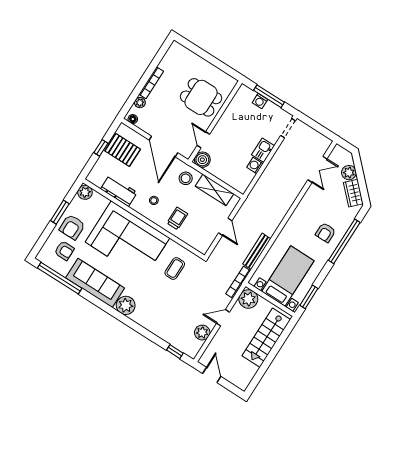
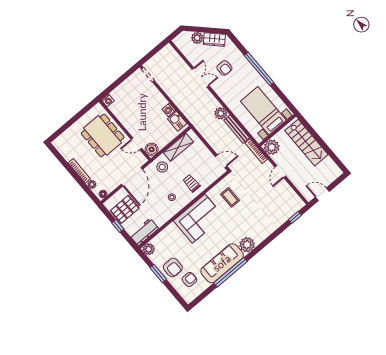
window: (269, 96) -> (118, 82), removed
dining table: (201, 97) -> (103, 135), width x1.38
washing machine: (260, 101) -> (108, 100), moved
door: (163, 146) -> (132, 177), hinge flipped
kitchen sink: (263, 150) -> (177, 121), moved
double door: (317, 169) -> (200, 77), moved
workbench: (119, 191) -> (144, 232), moved
door: (225, 227) -> (221, 161), moved
armchair: (326, 233) -> (224, 68), moved
corner sofa: (127, 240) -> (199, 219), width x0.73, depth x0.74
window: (344, 241) -> (259, 69), moved
window: (60, 278) -> (230, 272), moved
window: (309, 297) -> (285, 99), removed
plant: (202, 333) -> (221, 113), moved

